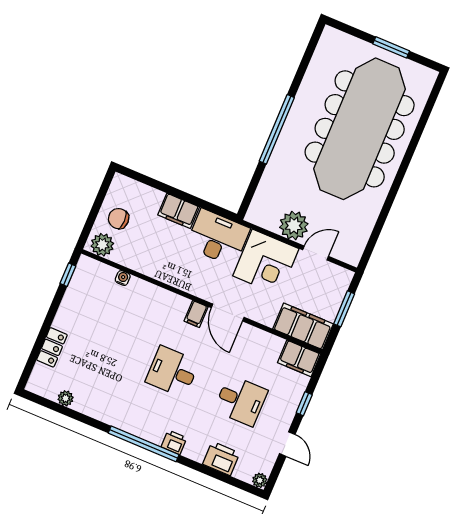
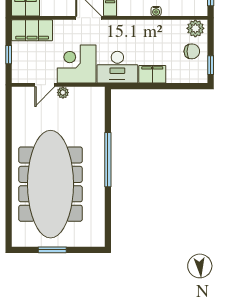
window: (103, 192) -> (211, 65), added
plant: (294, 226) -> (63, 93), width x0.53, depth x0.53
water cooler: (123, 278) -> (156, 11), moved
window: (344, 309) -> (9, 55), width x0.67

